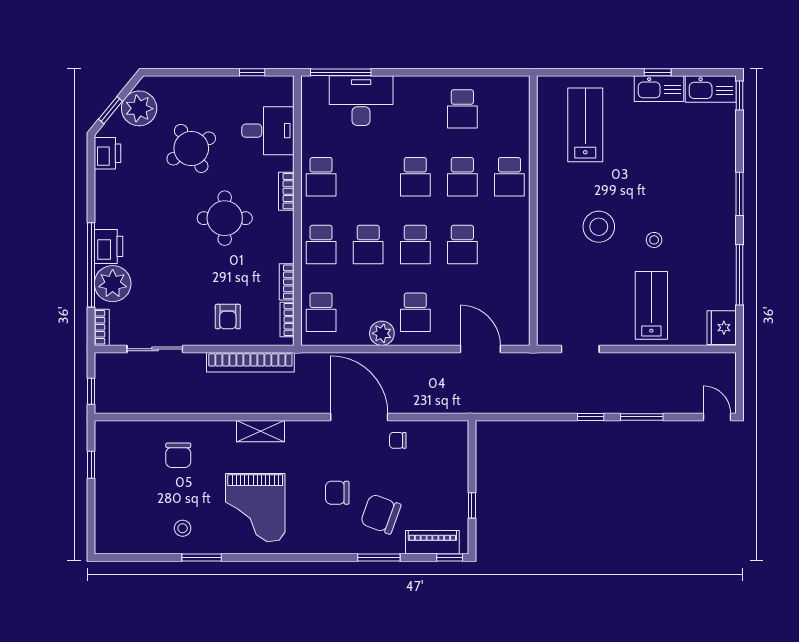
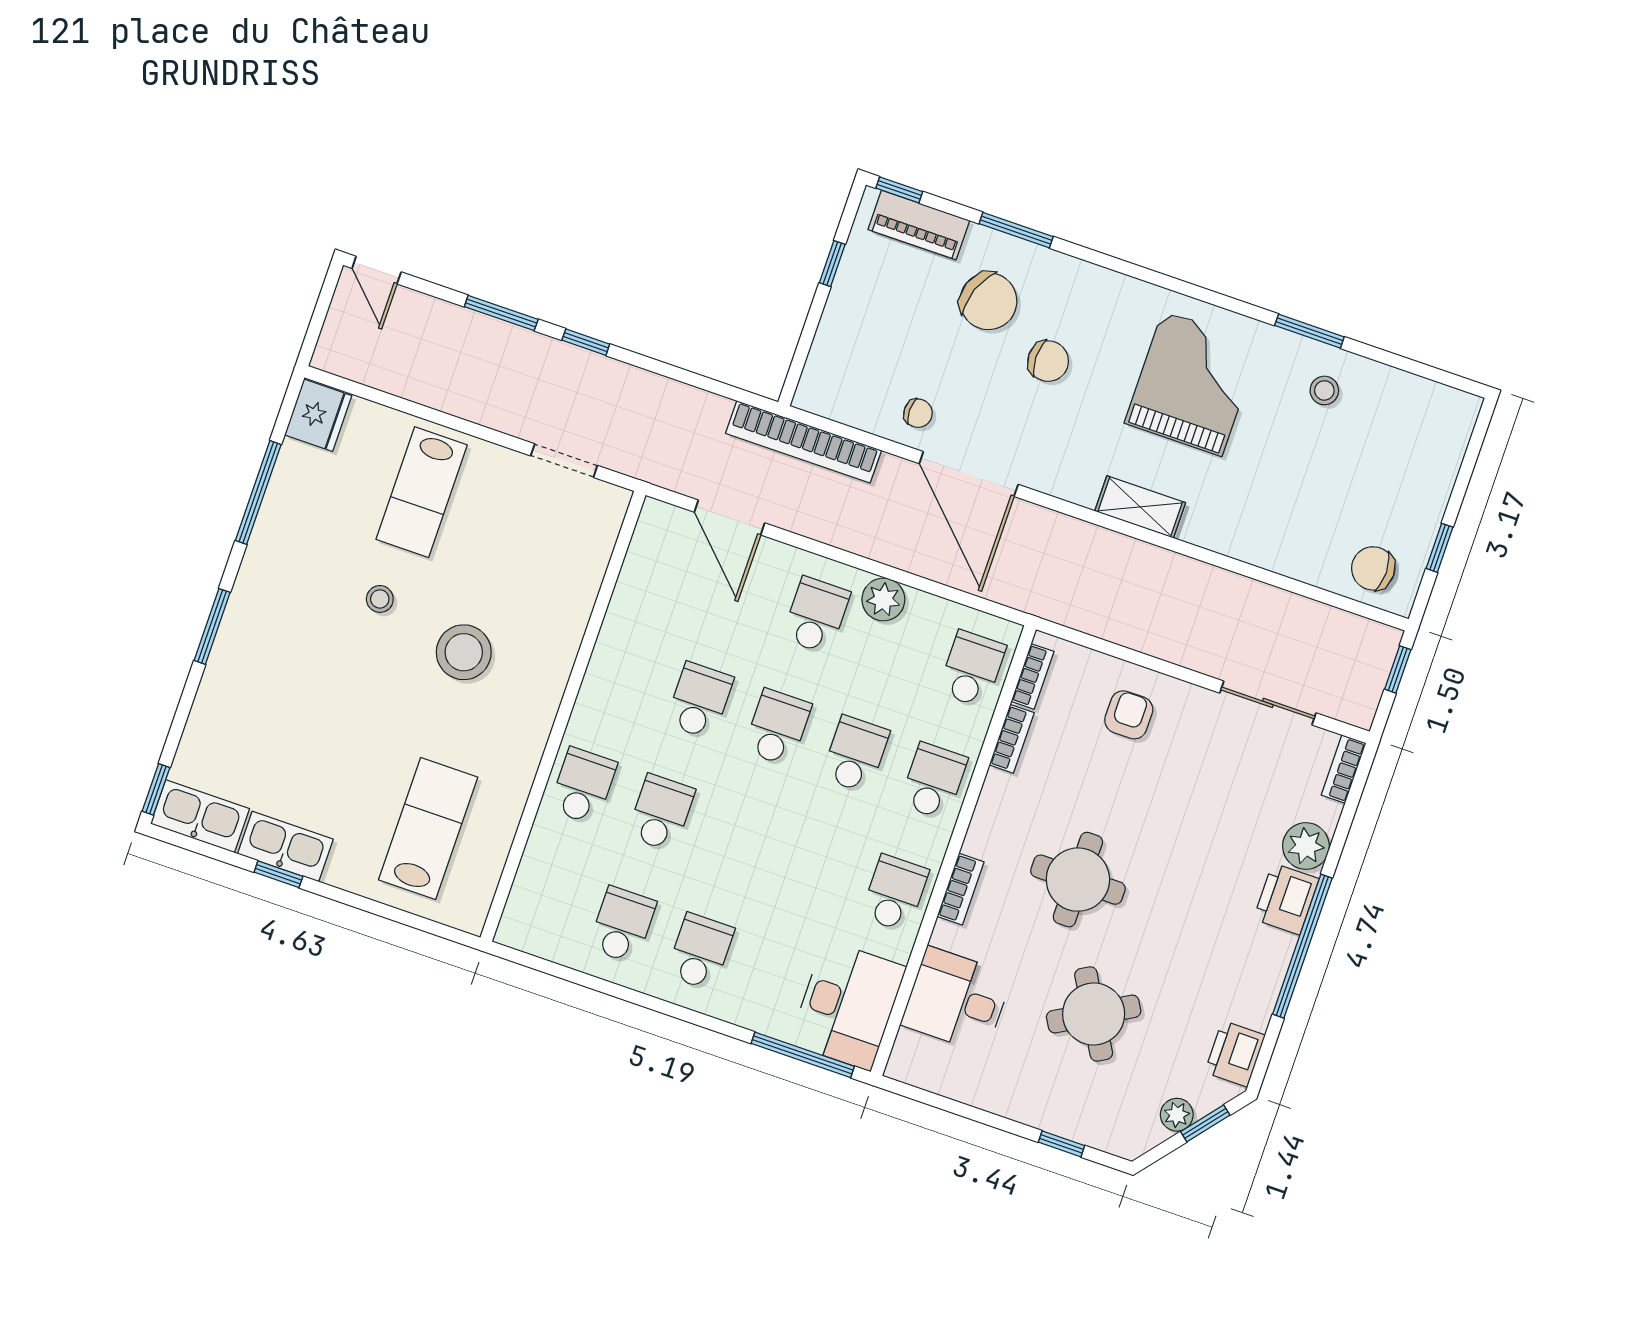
window: (252, 72) -> (1062, 1144), moved
desk: (361, 101) -> (848, 1005), moved, turned -90
plant: (139, 108) -> (1177, 1115), width x0.53, depth x0.53
lab bench: (585, 125) -> (428, 828), turned 180
school desk: (415, 177) -> (700, 952), moved
window: (91, 265) -> (1302, 946), moved
plant: (113, 284) -> (1306, 846), width x0.73, depth x0.73
bookcase: (250, 362) -> (804, 442), moved, turned 180
chair: (178, 455) -> (1373, 568), moved, turned -90

